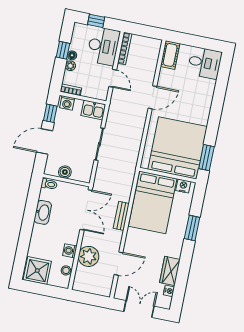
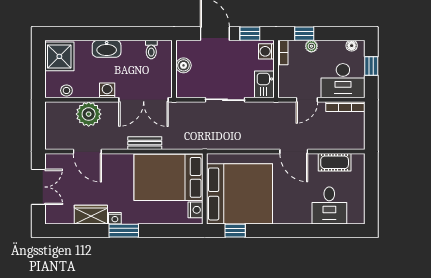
window: (63, 50) -> (304, 34), moved
floor lamp: (72, 55) -> (352, 46), moved
cot: (170, 55) -> (335, 162), moved
desk: (205, 63) -> (329, 205), moved
window: (206, 158) -> (235, 231), width x0.67
toilet: (49, 184) -> (151, 49), moved
washbasin: (43, 212) -> (107, 49), moved
window: (192, 228) -> (124, 231), moved
washing machine: (70, 251) -> (107, 90), moved
nightstand: (169, 291) -> (115, 218), moved

